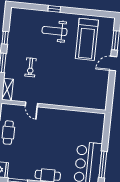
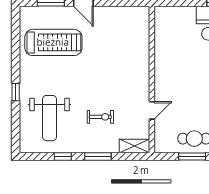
weight bench: (55, 31) -> (49, 118), moved, width x1.36, depth x1.33

